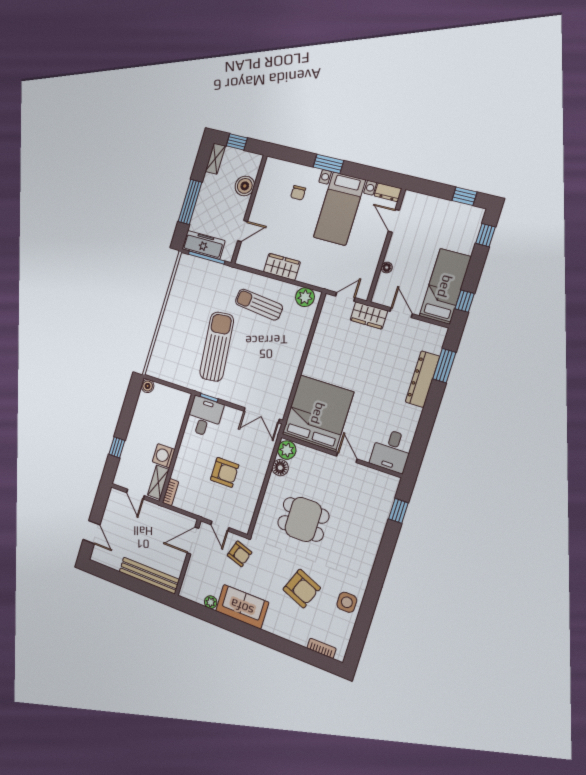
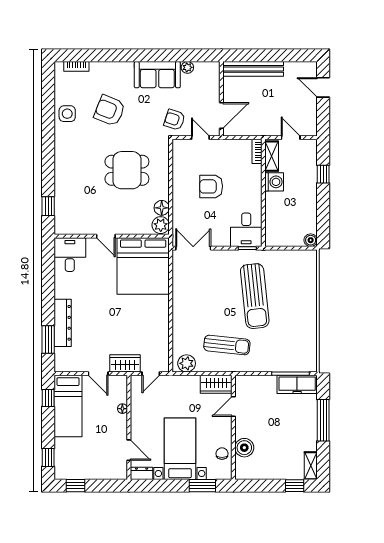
boiler: (245, 186) -> (244, 448), moved
wall: (249, 210) -> (233, 427), moved
door: (243, 231) -> (233, 407), moved

